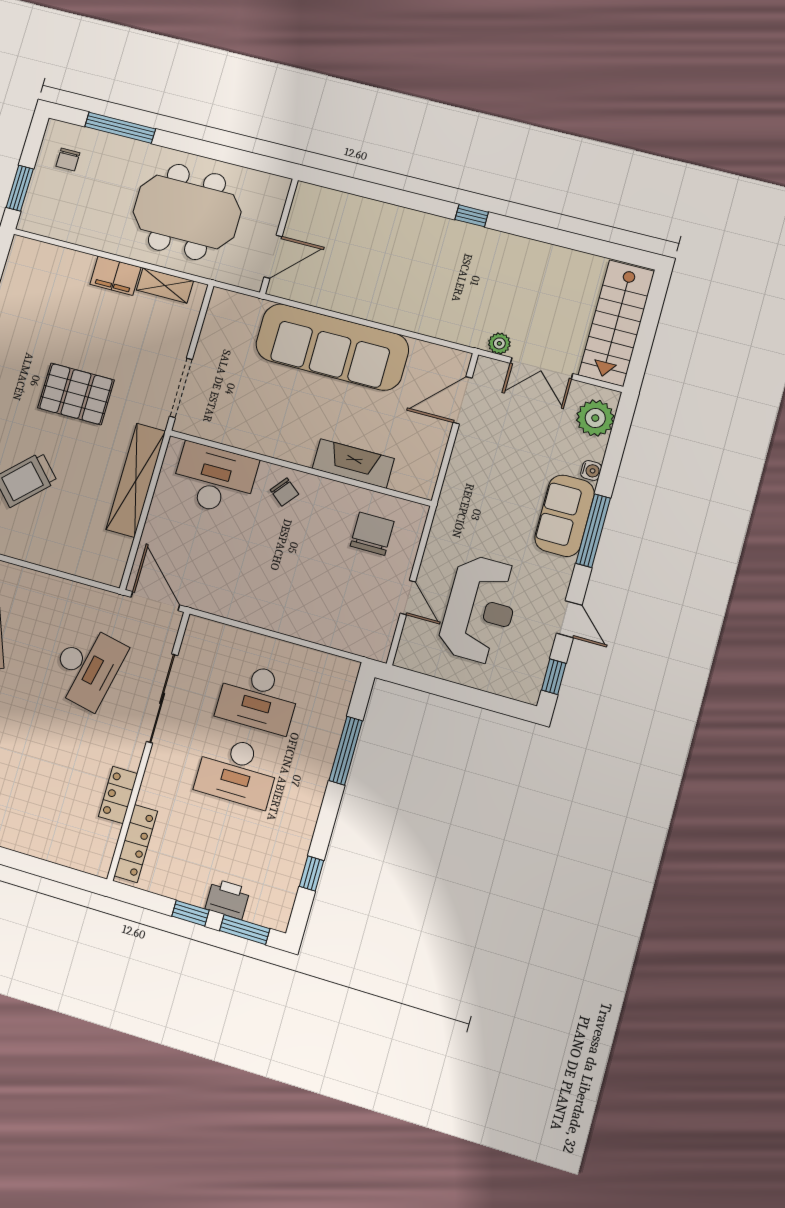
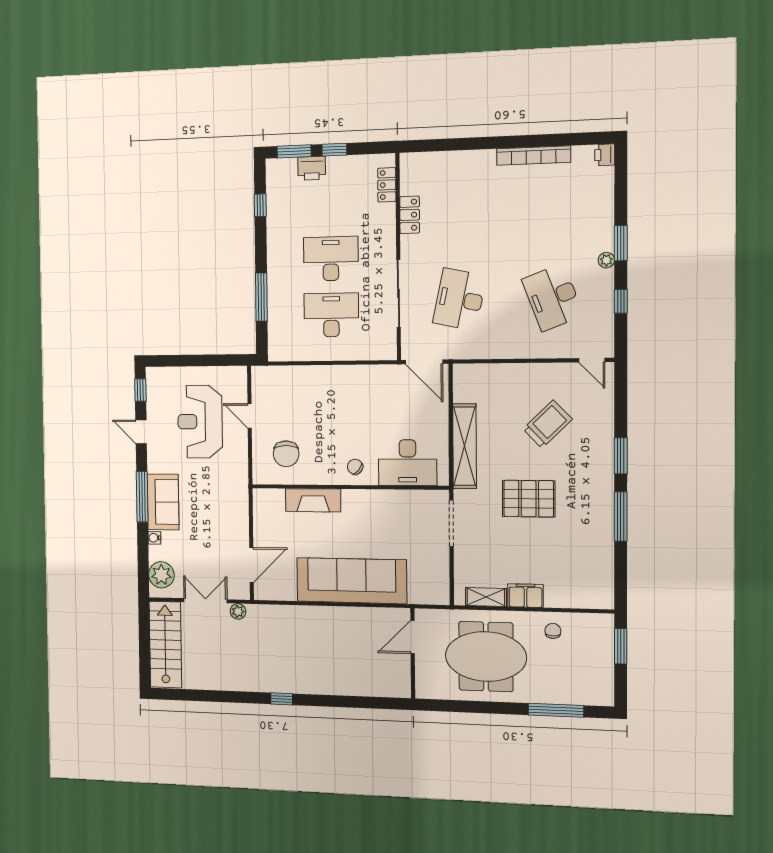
chair: (68, 159) -> (553, 631), moved
locker: (136, 843) -> (387, 185), width x0.66

